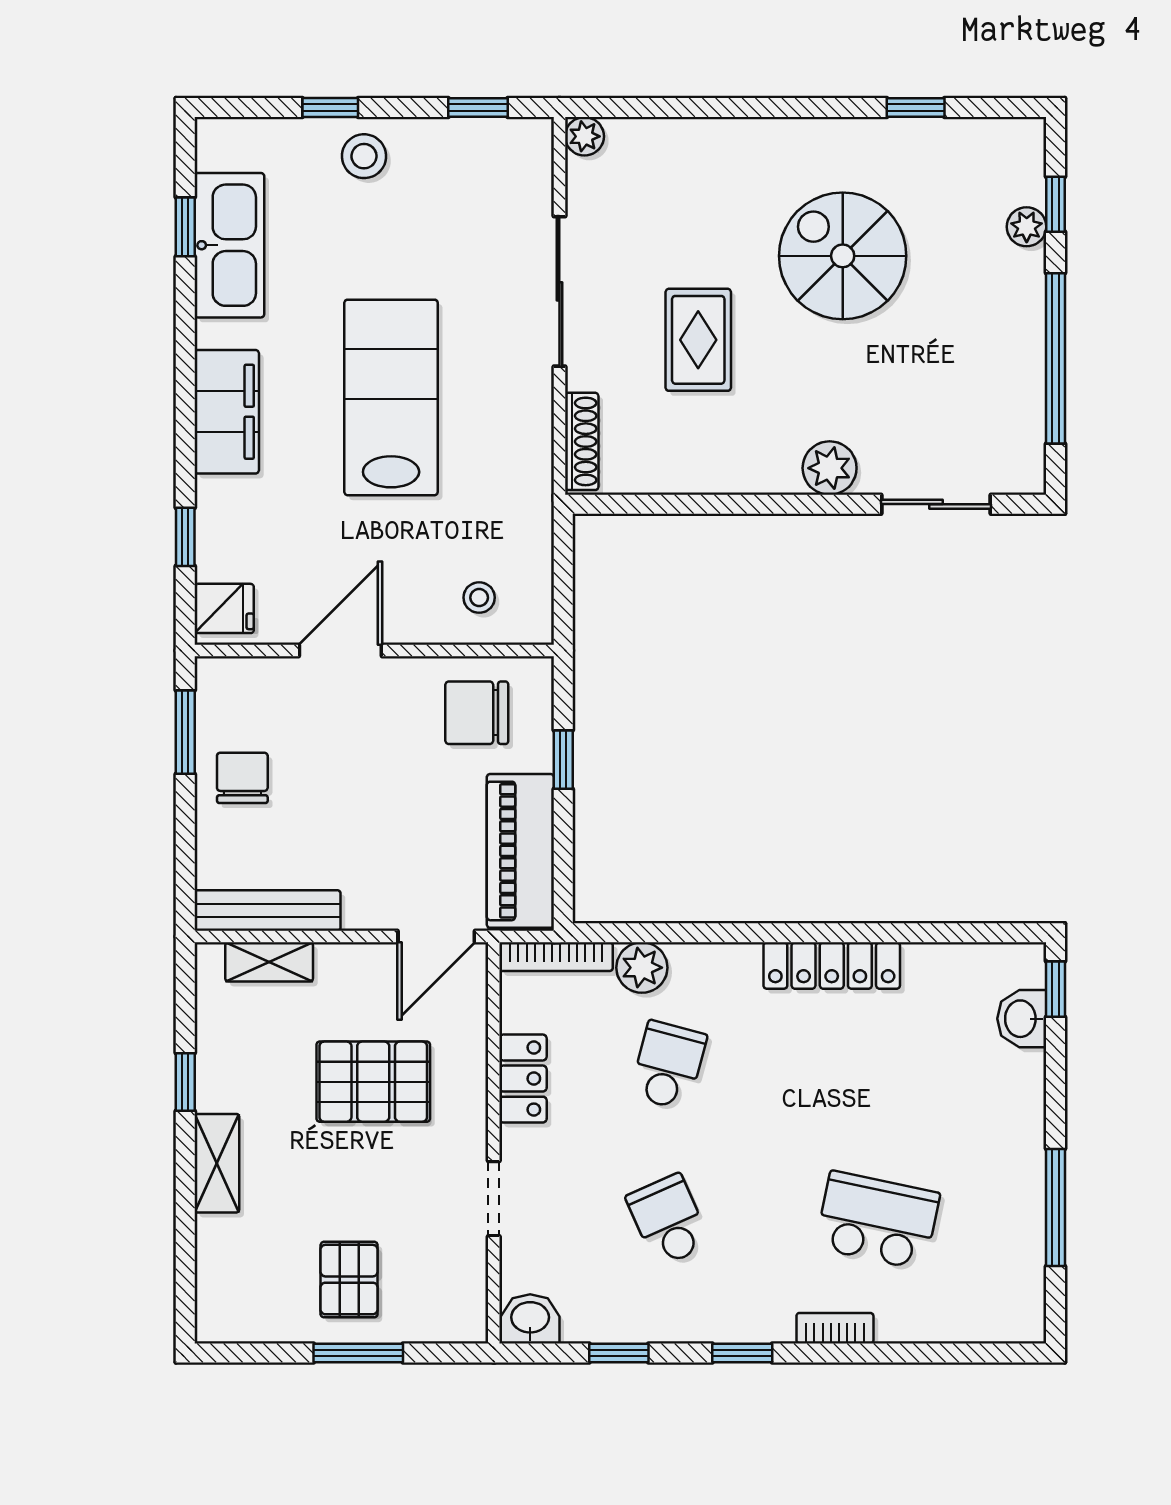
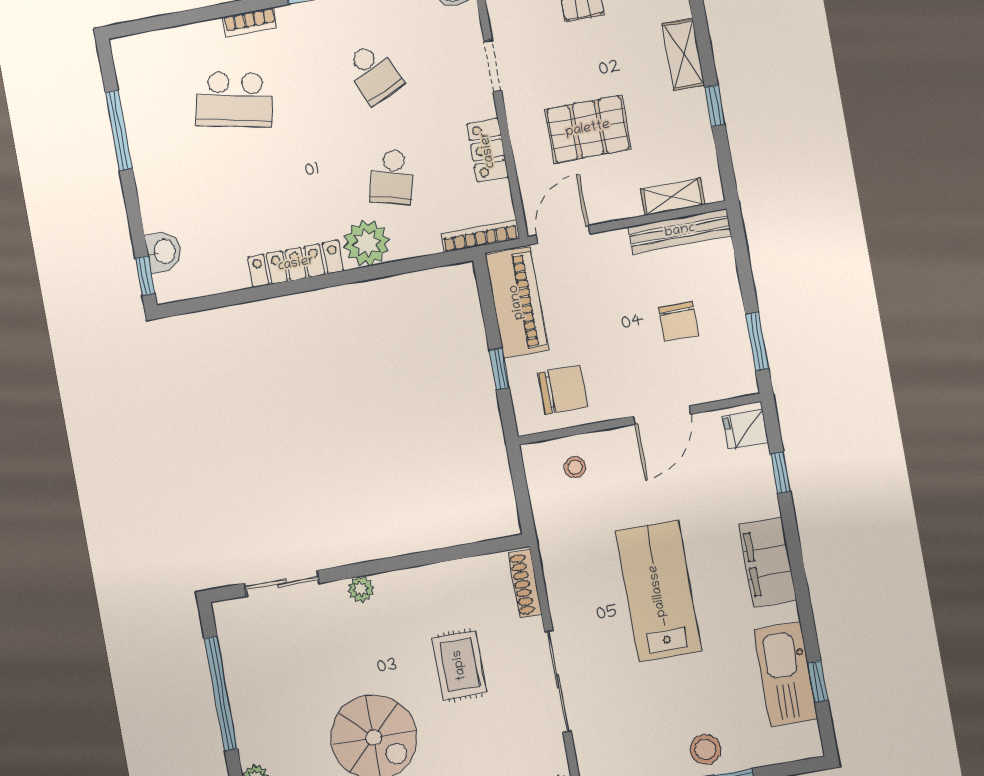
lab bench: (391, 397) -> (658, 591), turned 180
plant: (830, 468) -> (361, 589), width x0.73, depth x0.73
chair: (242, 778) -> (678, 321), moved
plant: (642, 968) -> (367, 243), moved, width x1.36, depth x1.36

